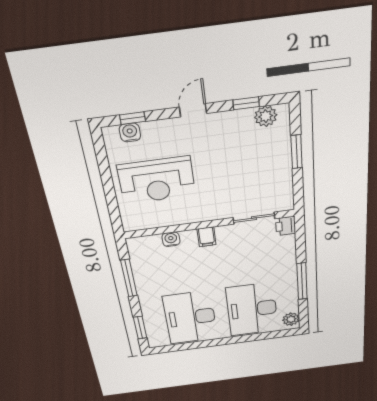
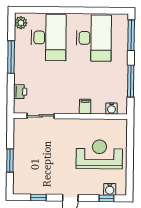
plant: (266, 116) -> (27, 187), removed
printer: (286, 226) -> (20, 92), moved
filing cabinet: (207, 237) -> (85, 106), moved
water cooler: (171, 239) -> (111, 109), moved
window: (140, 328) -> (131, 35), width x1.44

